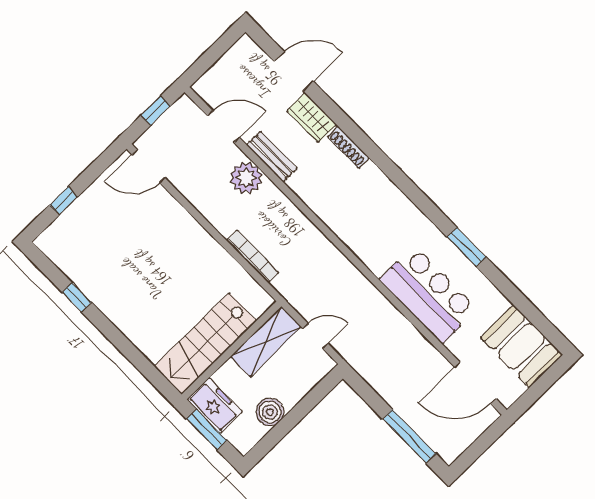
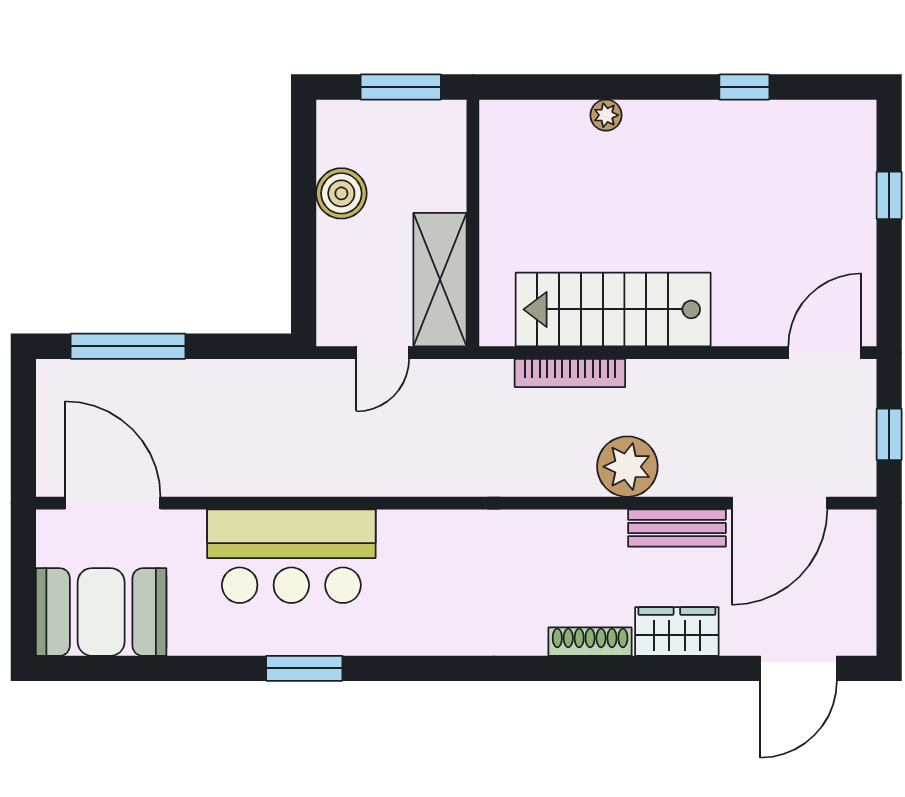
door: (294, 71) -> (798, 668), moved
door: (223, 127) -> (780, 503), width x1.36
plant: (246, 178) -> (627, 467), moved
plant: (140, 340) -> (606, 115), added
stairs: (205, 343) -> (613, 309), moved, turned -90
door: (475, 383) -> (113, 503), hinge flipped
freezer: (215, 406) -> (422, 129), removed

